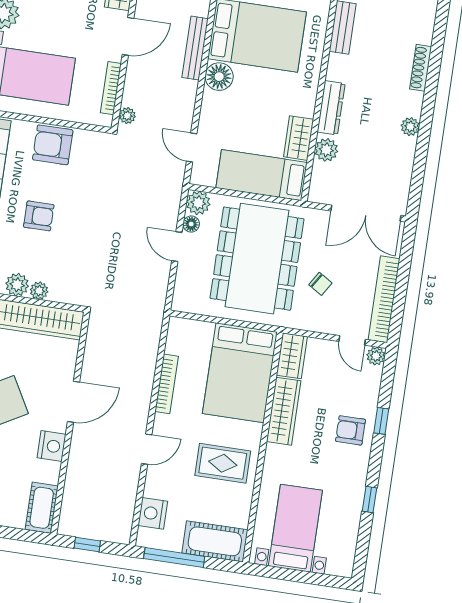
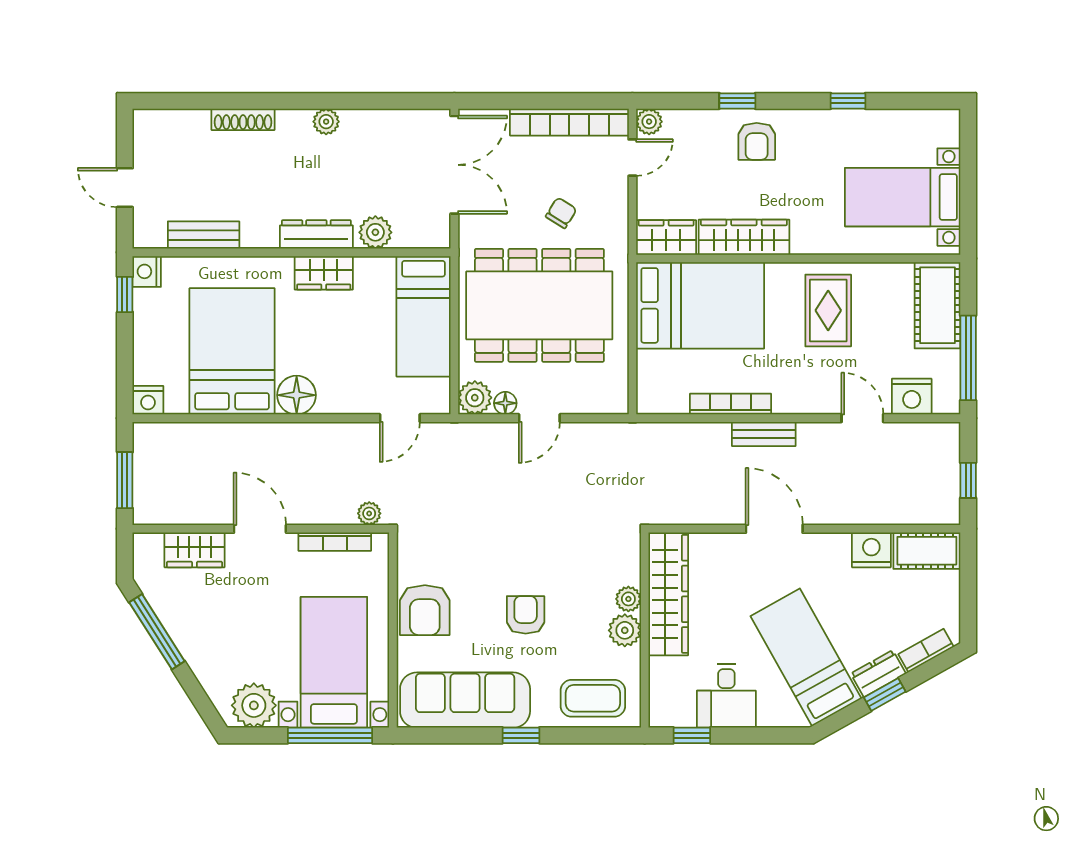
bench: (195, 48) -> (764, 434), moved, width x0.73
wardrobe: (299, 138) -> (324, 273), moved
nightstand: (51, 446) -> (871, 550), moved
door: (147, 449) -> (862, 418), moved

